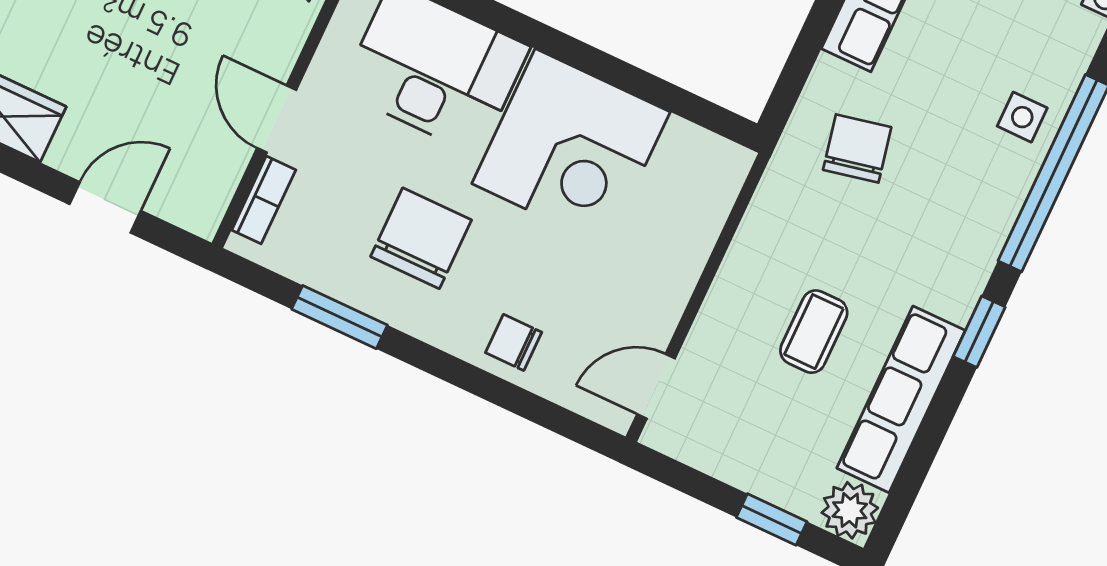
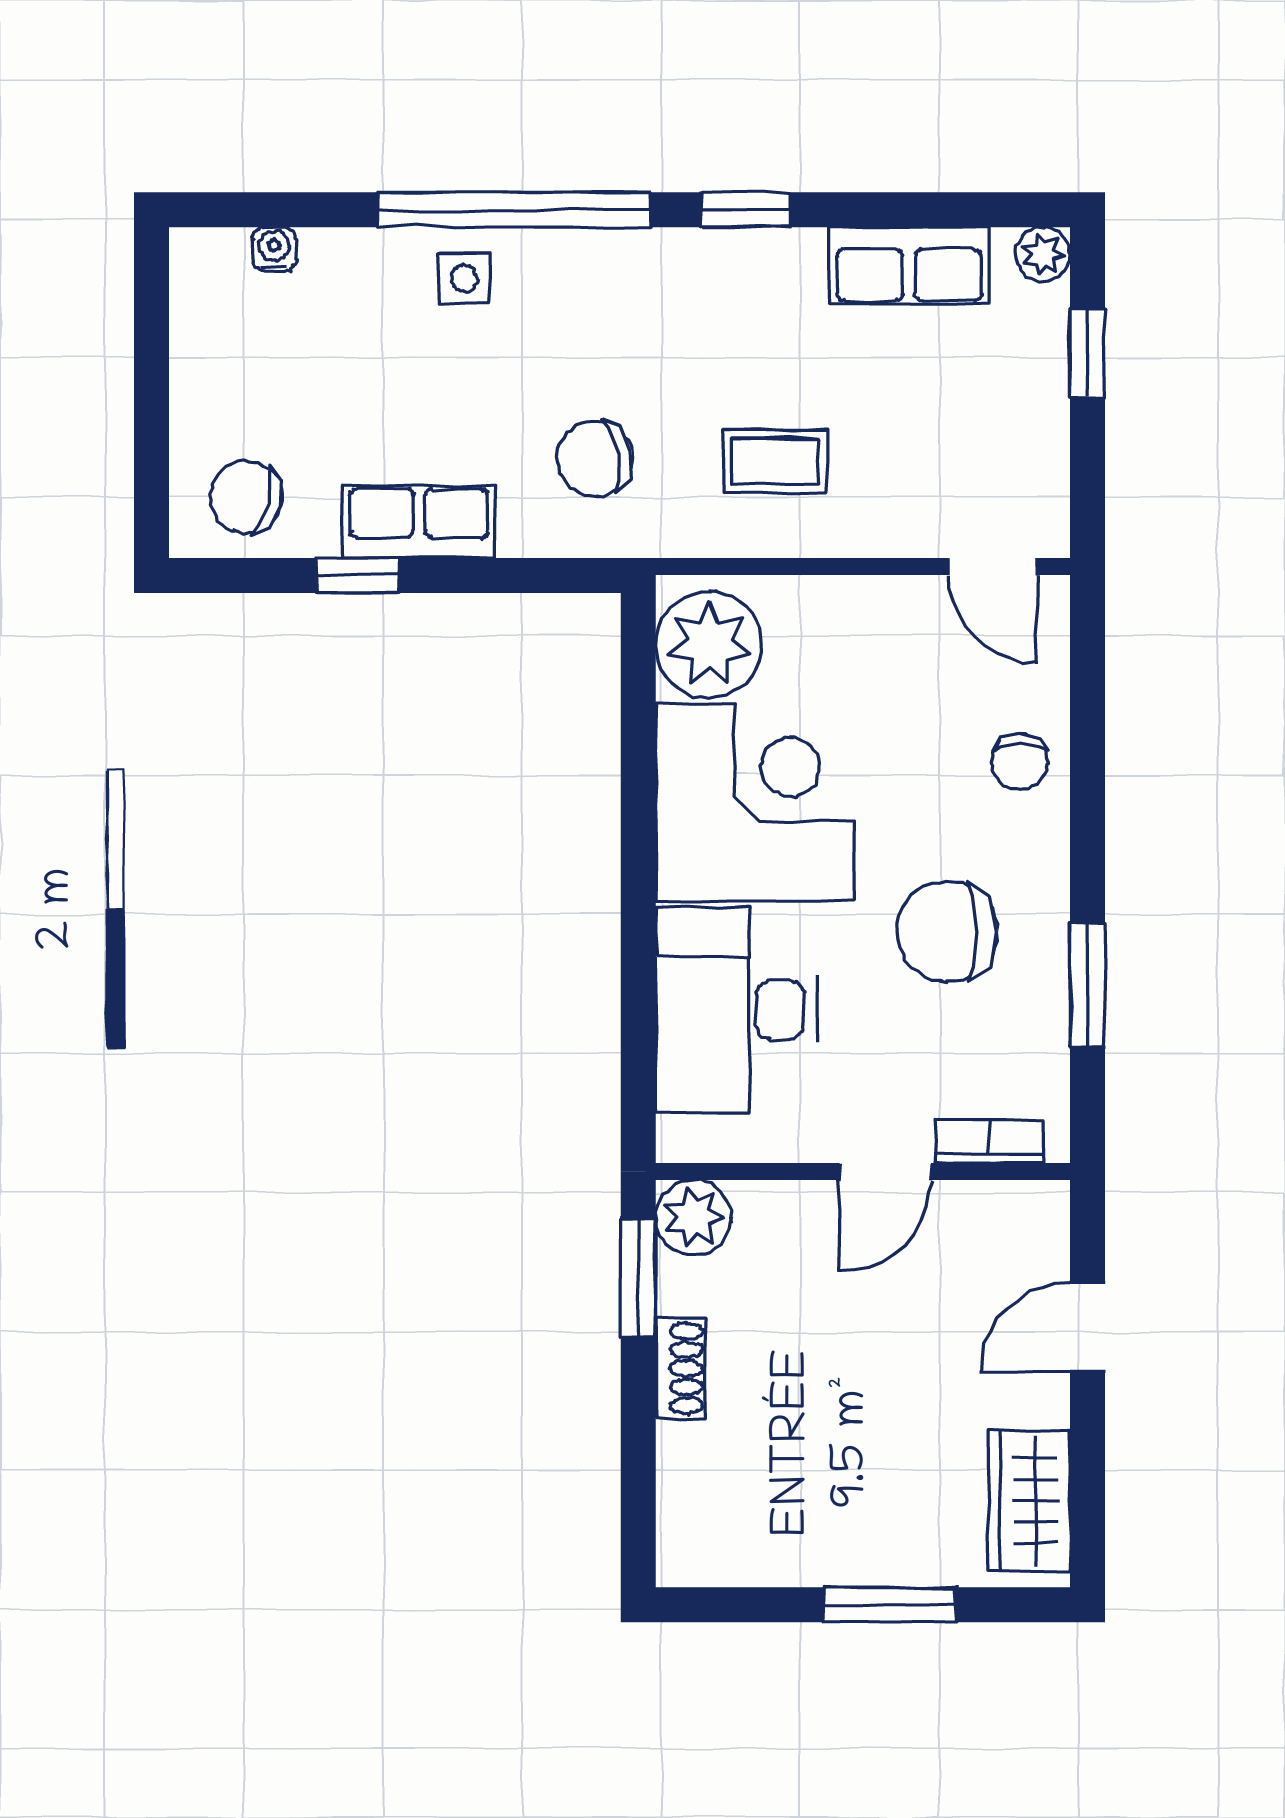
plant: (693, 167) -> (709, 645), added
door: (105, 207) -> (1087, 1327), hinge flipped
coffee table: (814, 332) -> (775, 461), moved
row of seats: (901, 399) -> (909, 266), width x0.68
plant: (850, 510) -> (1043, 254), width x0.73, depth x0.73

